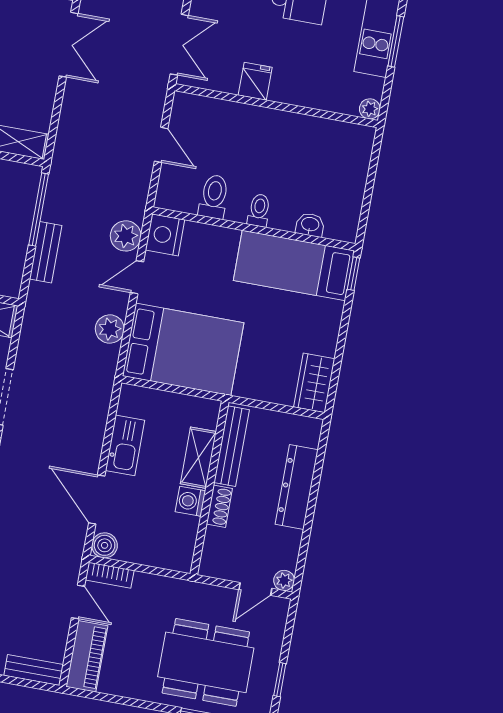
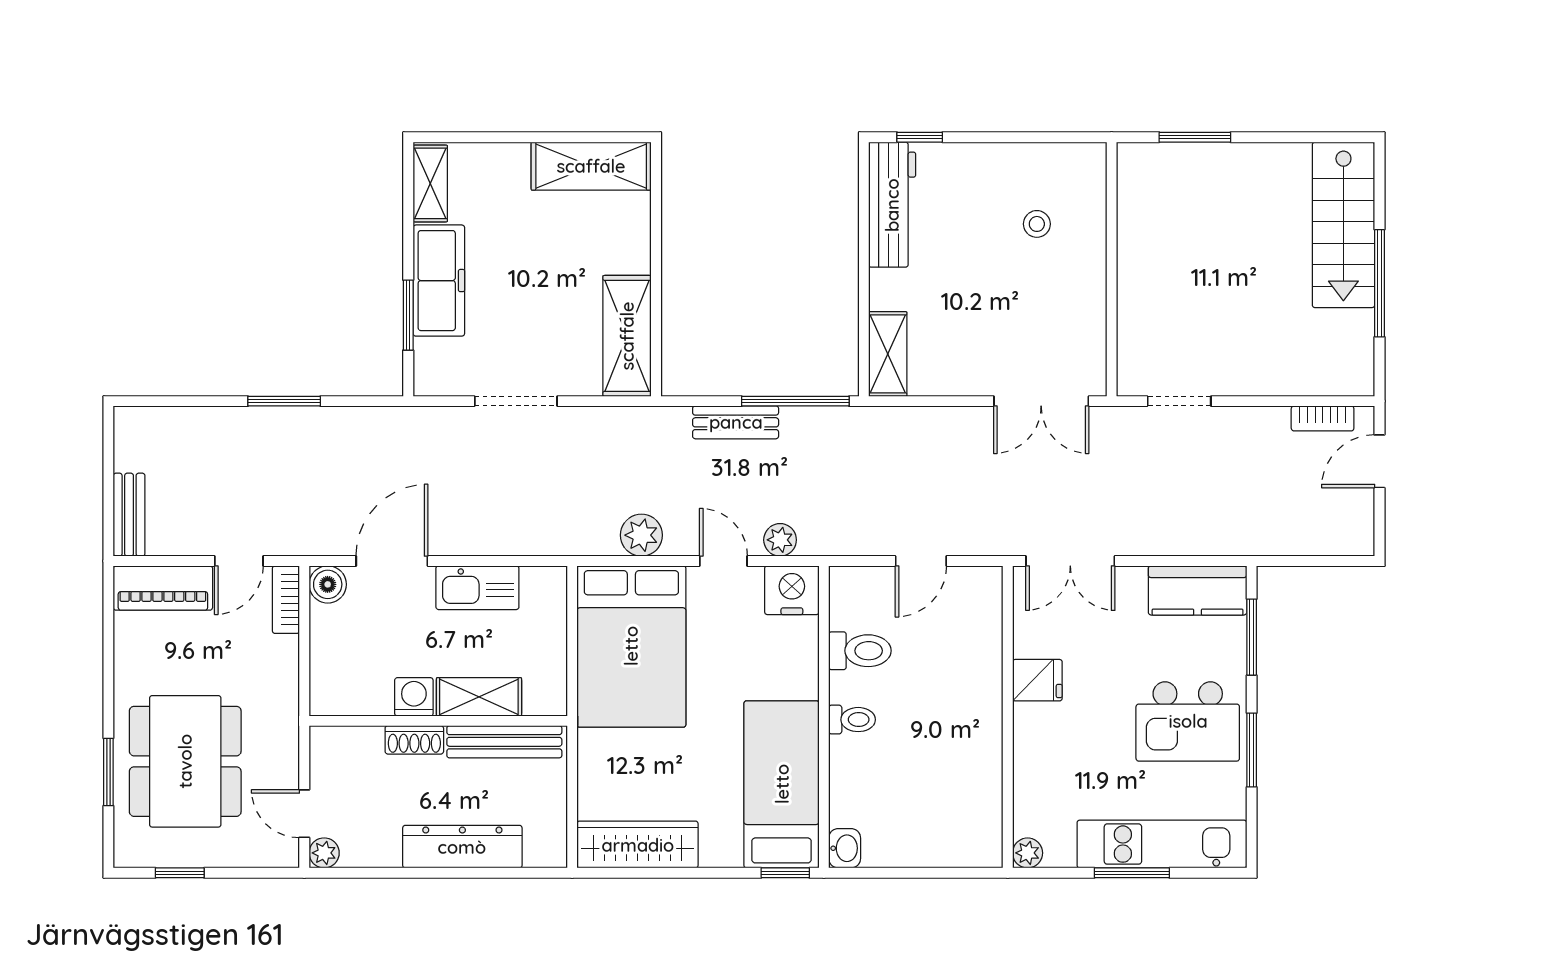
washbasin: (310, 225) -> (845, 848), moved
plant: (126, 236) -> (780, 540), width x0.73, depth x0.73
wardrobe: (314, 383) -> (638, 845), width x1.50

